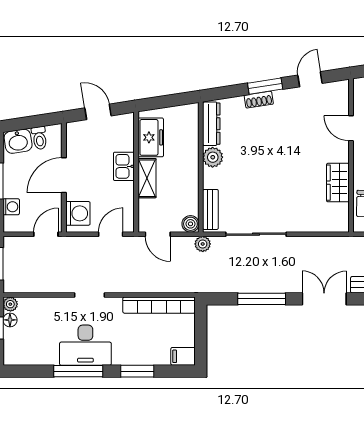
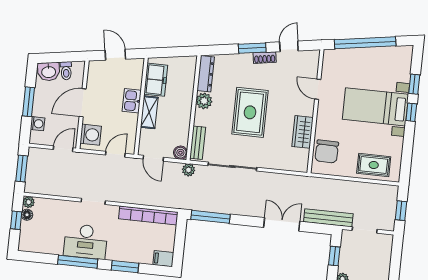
shoe rack: (259, 100) -> (265, 58), moved
rug: (271, 165) -> (250, 112), added
window: (262, 299) -> (210, 217), moved

